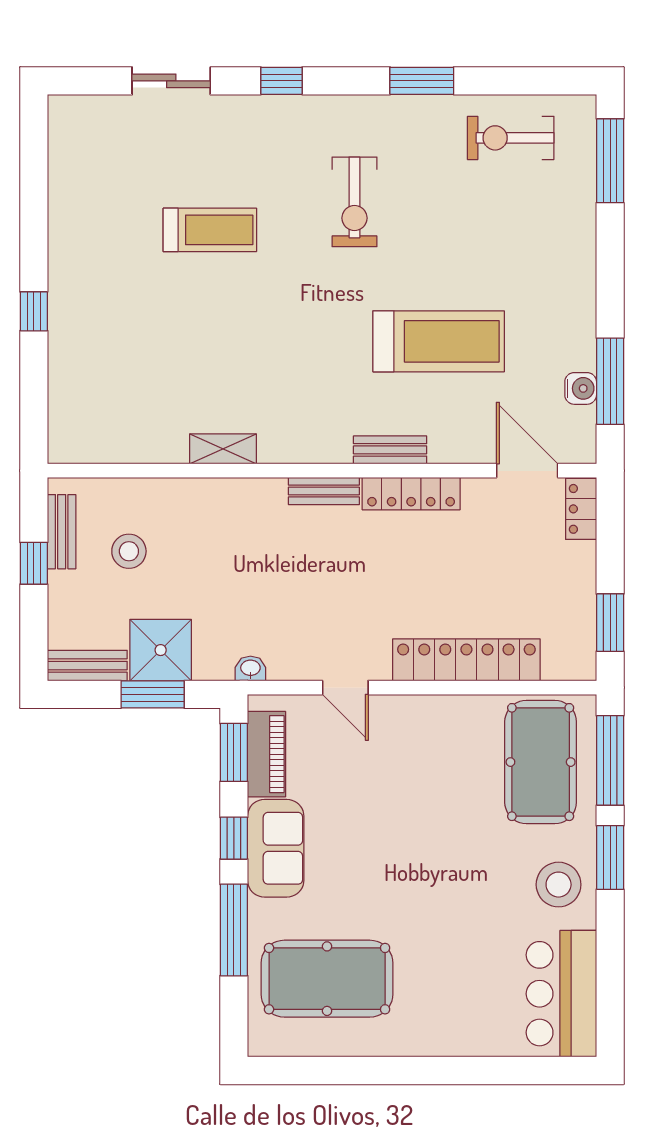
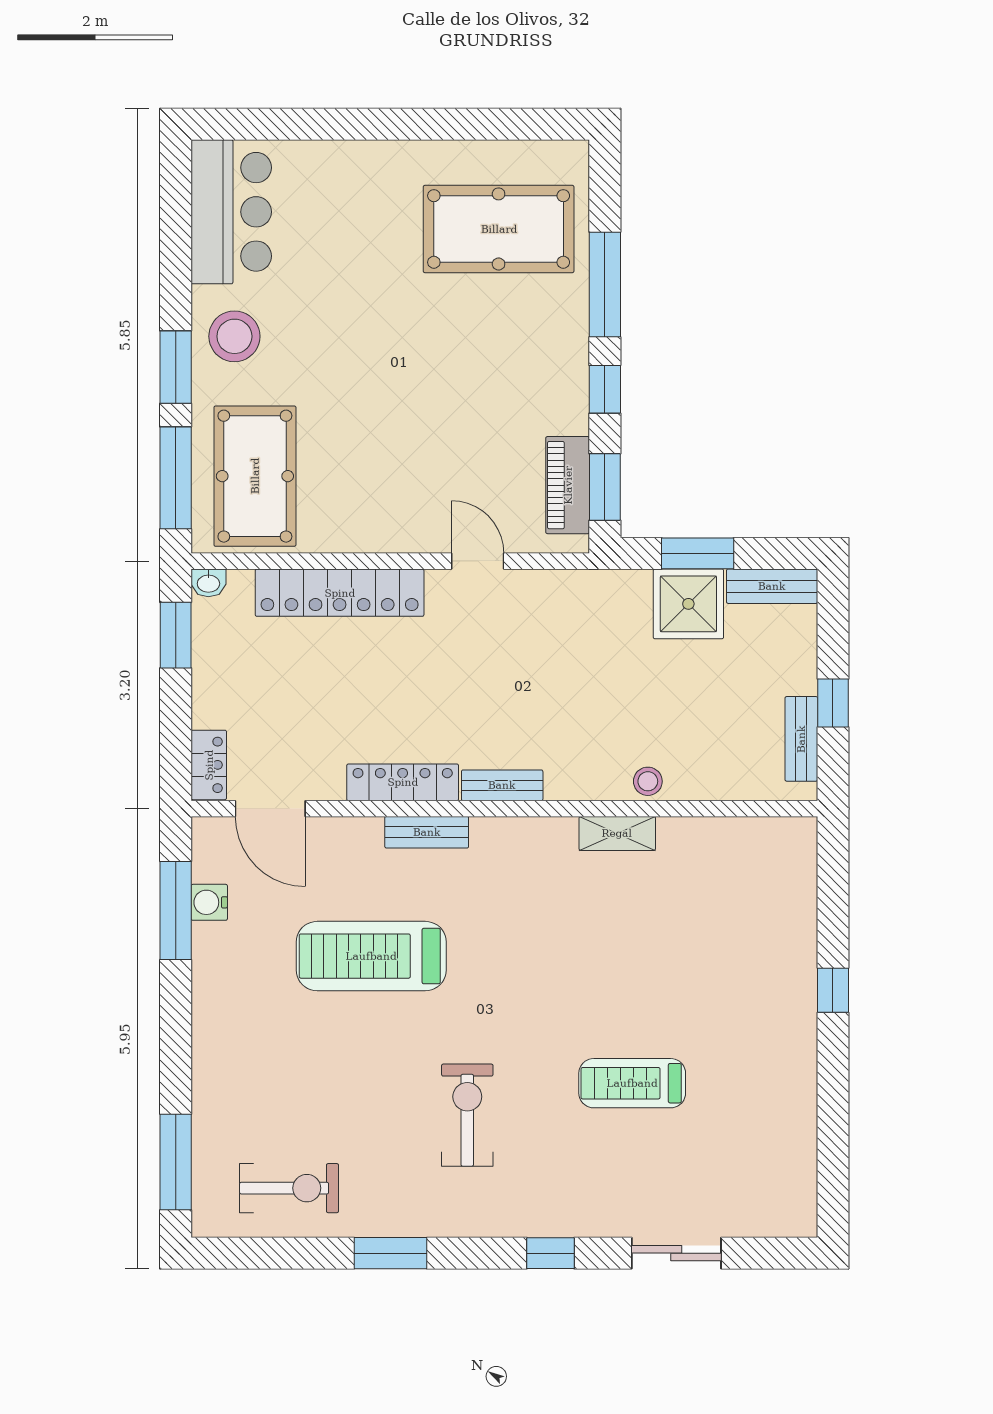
stool: (129, 551) -> (648, 781), moved, width x0.73, depth x0.73
washbasin: (250, 668) -> (208, 583), moved
sofa: (276, 848) -> (557, 378), removed

